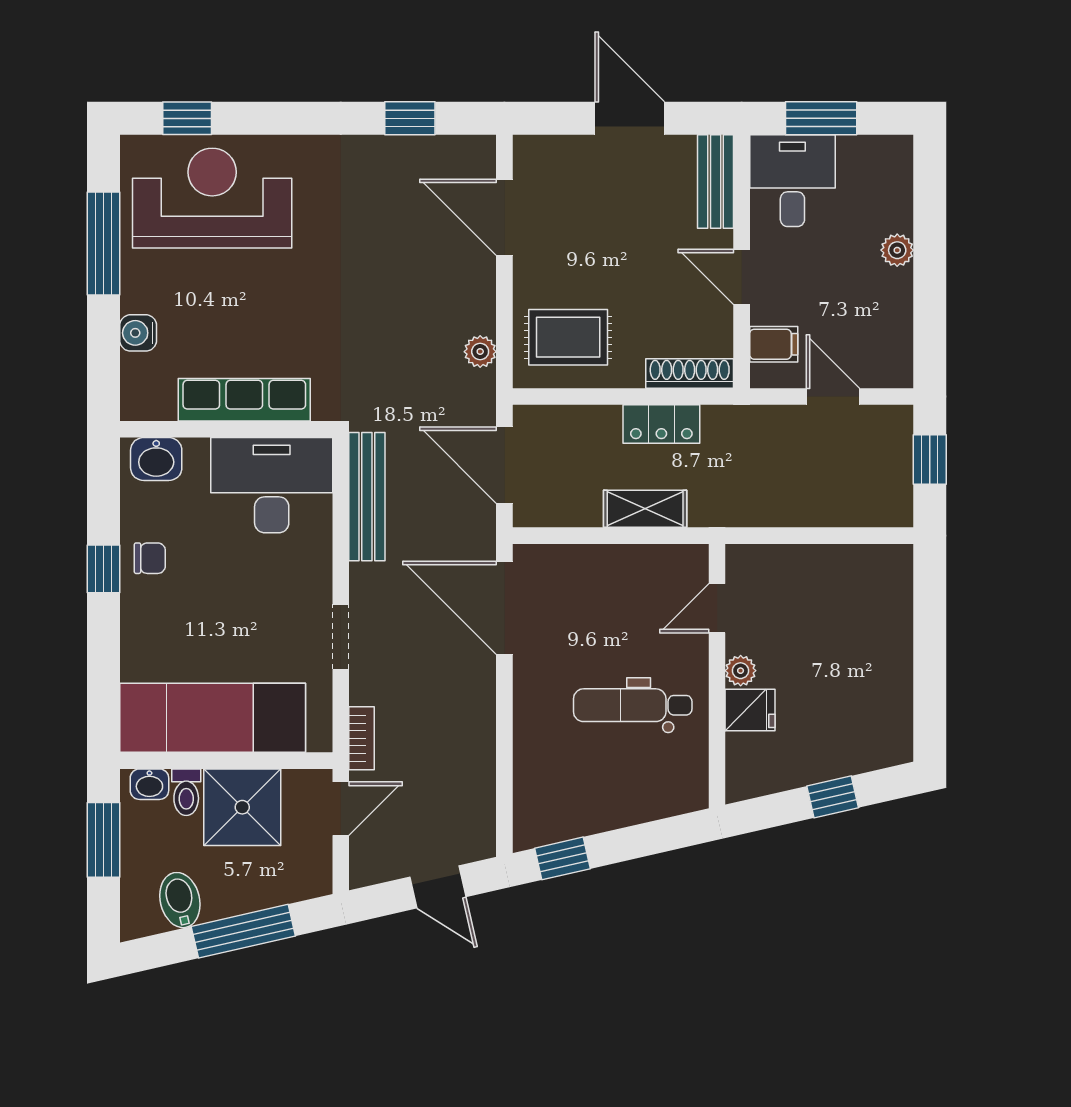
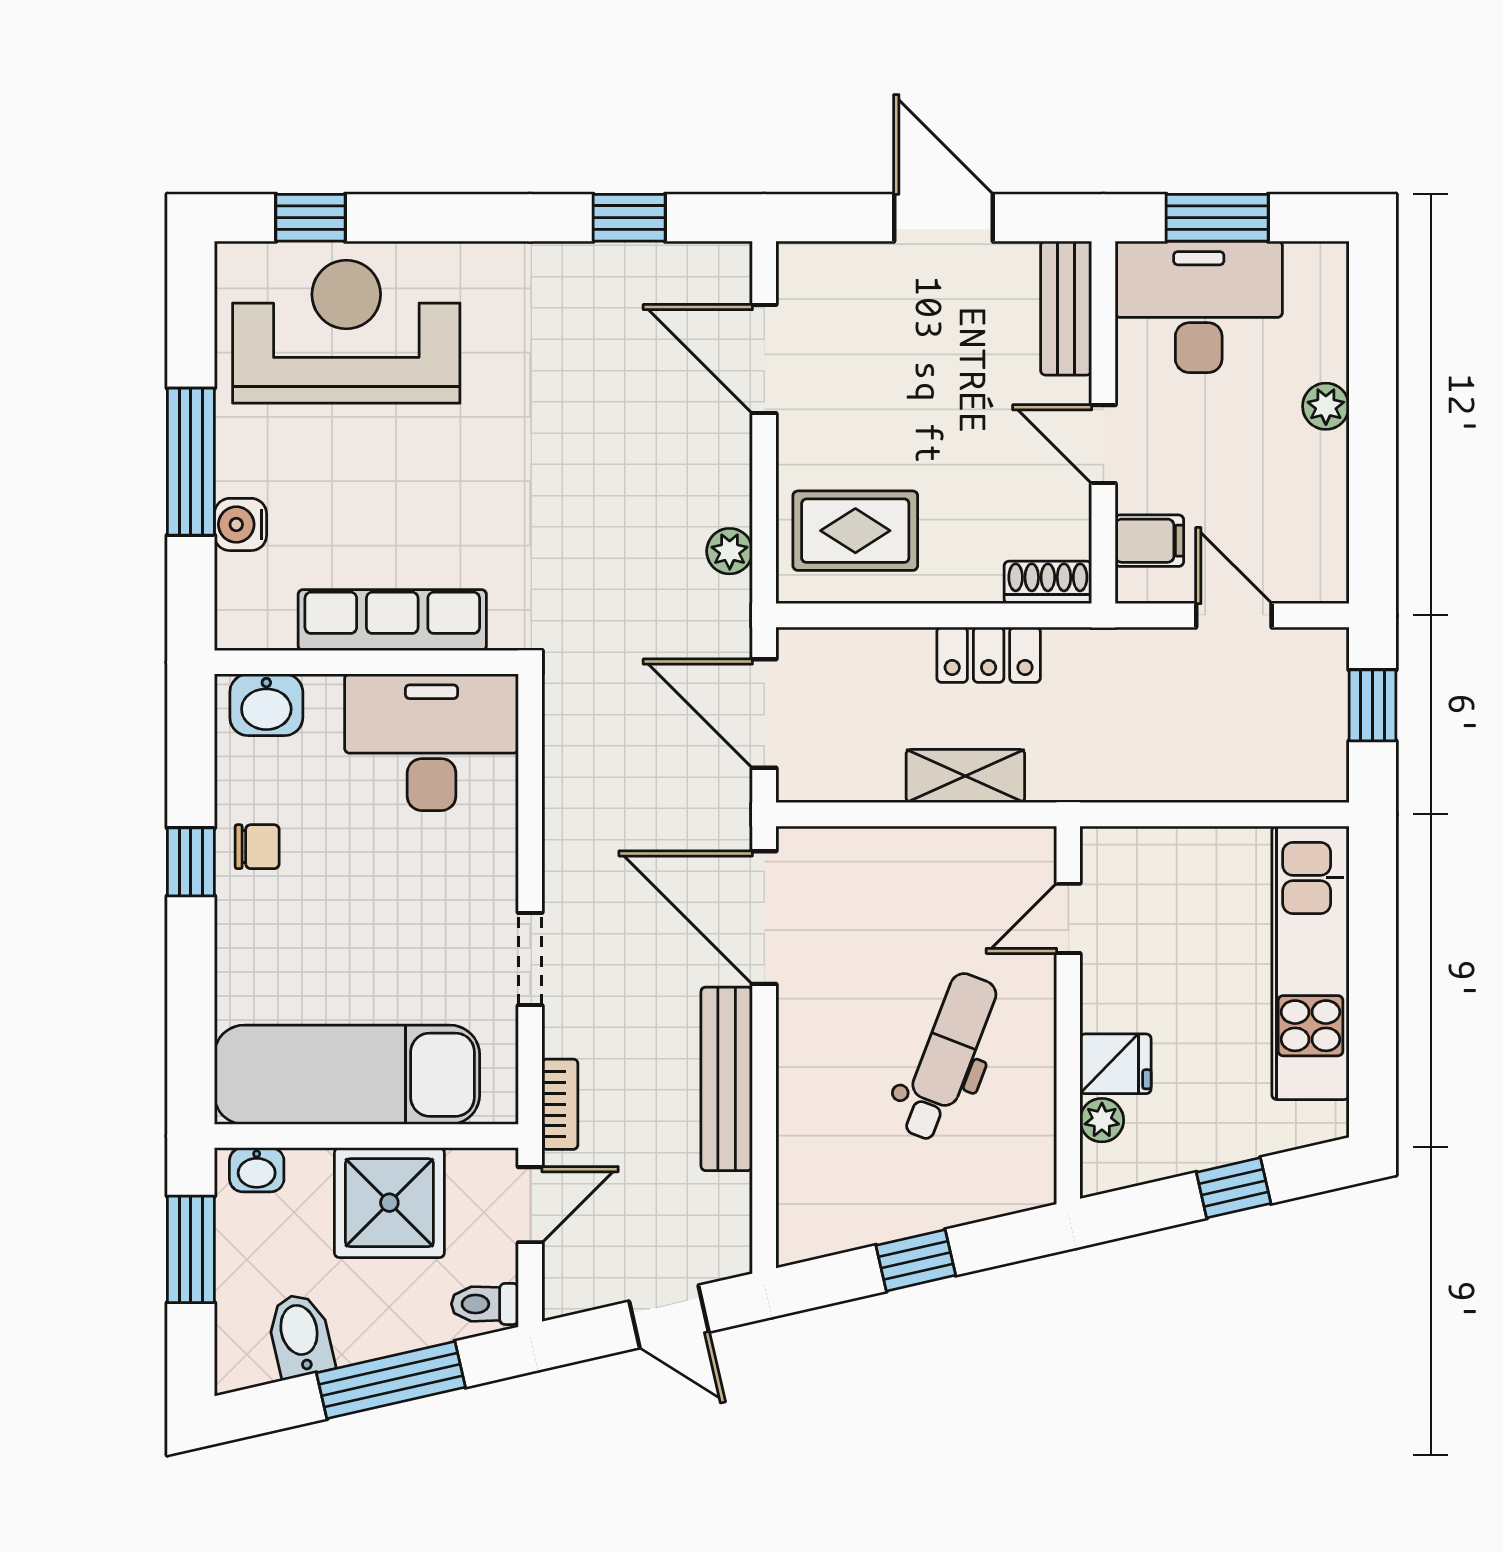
desk: (792, 181) -> (1199, 307), width x1.37
window: (103, 243) -> (191, 462), moved
shoe rack: (690, 373) -> (1048, 582), width x0.70
bench: (367, 497) -> (727, 1079), moved
kitchen unit: (886, 639) -> (1310, 963), added
plant: (741, 671) -> (1102, 1120), moved
dental chair: (633, 705) -> (948, 1057), turned 111
toilet: (186, 792) -> (485, 1304), moved, turned 90
window: (562, 858) -> (916, 1260), moved

